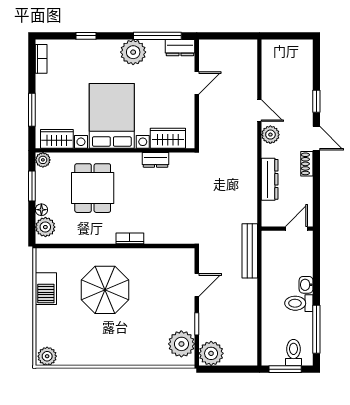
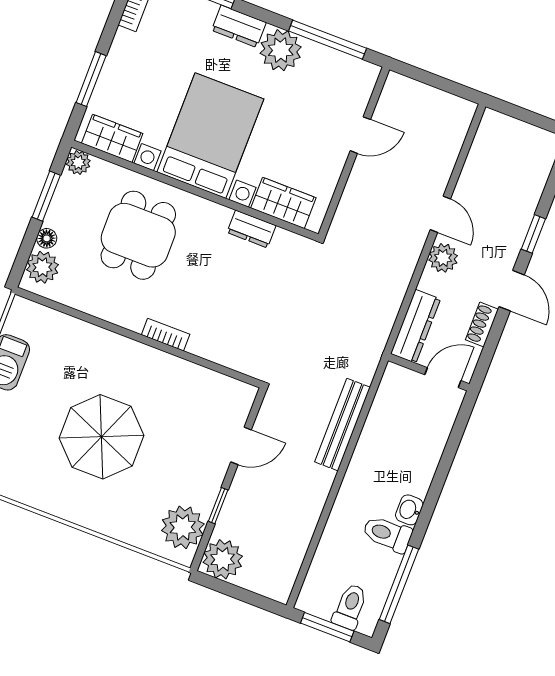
dresser: (180, 48) -> (239, 26), moved
wall: (287, 229) -> (429, 372), moved
door: (296, 229) -> (443, 378), moved
parasol: (105, 290) -> (101, 437), moved

